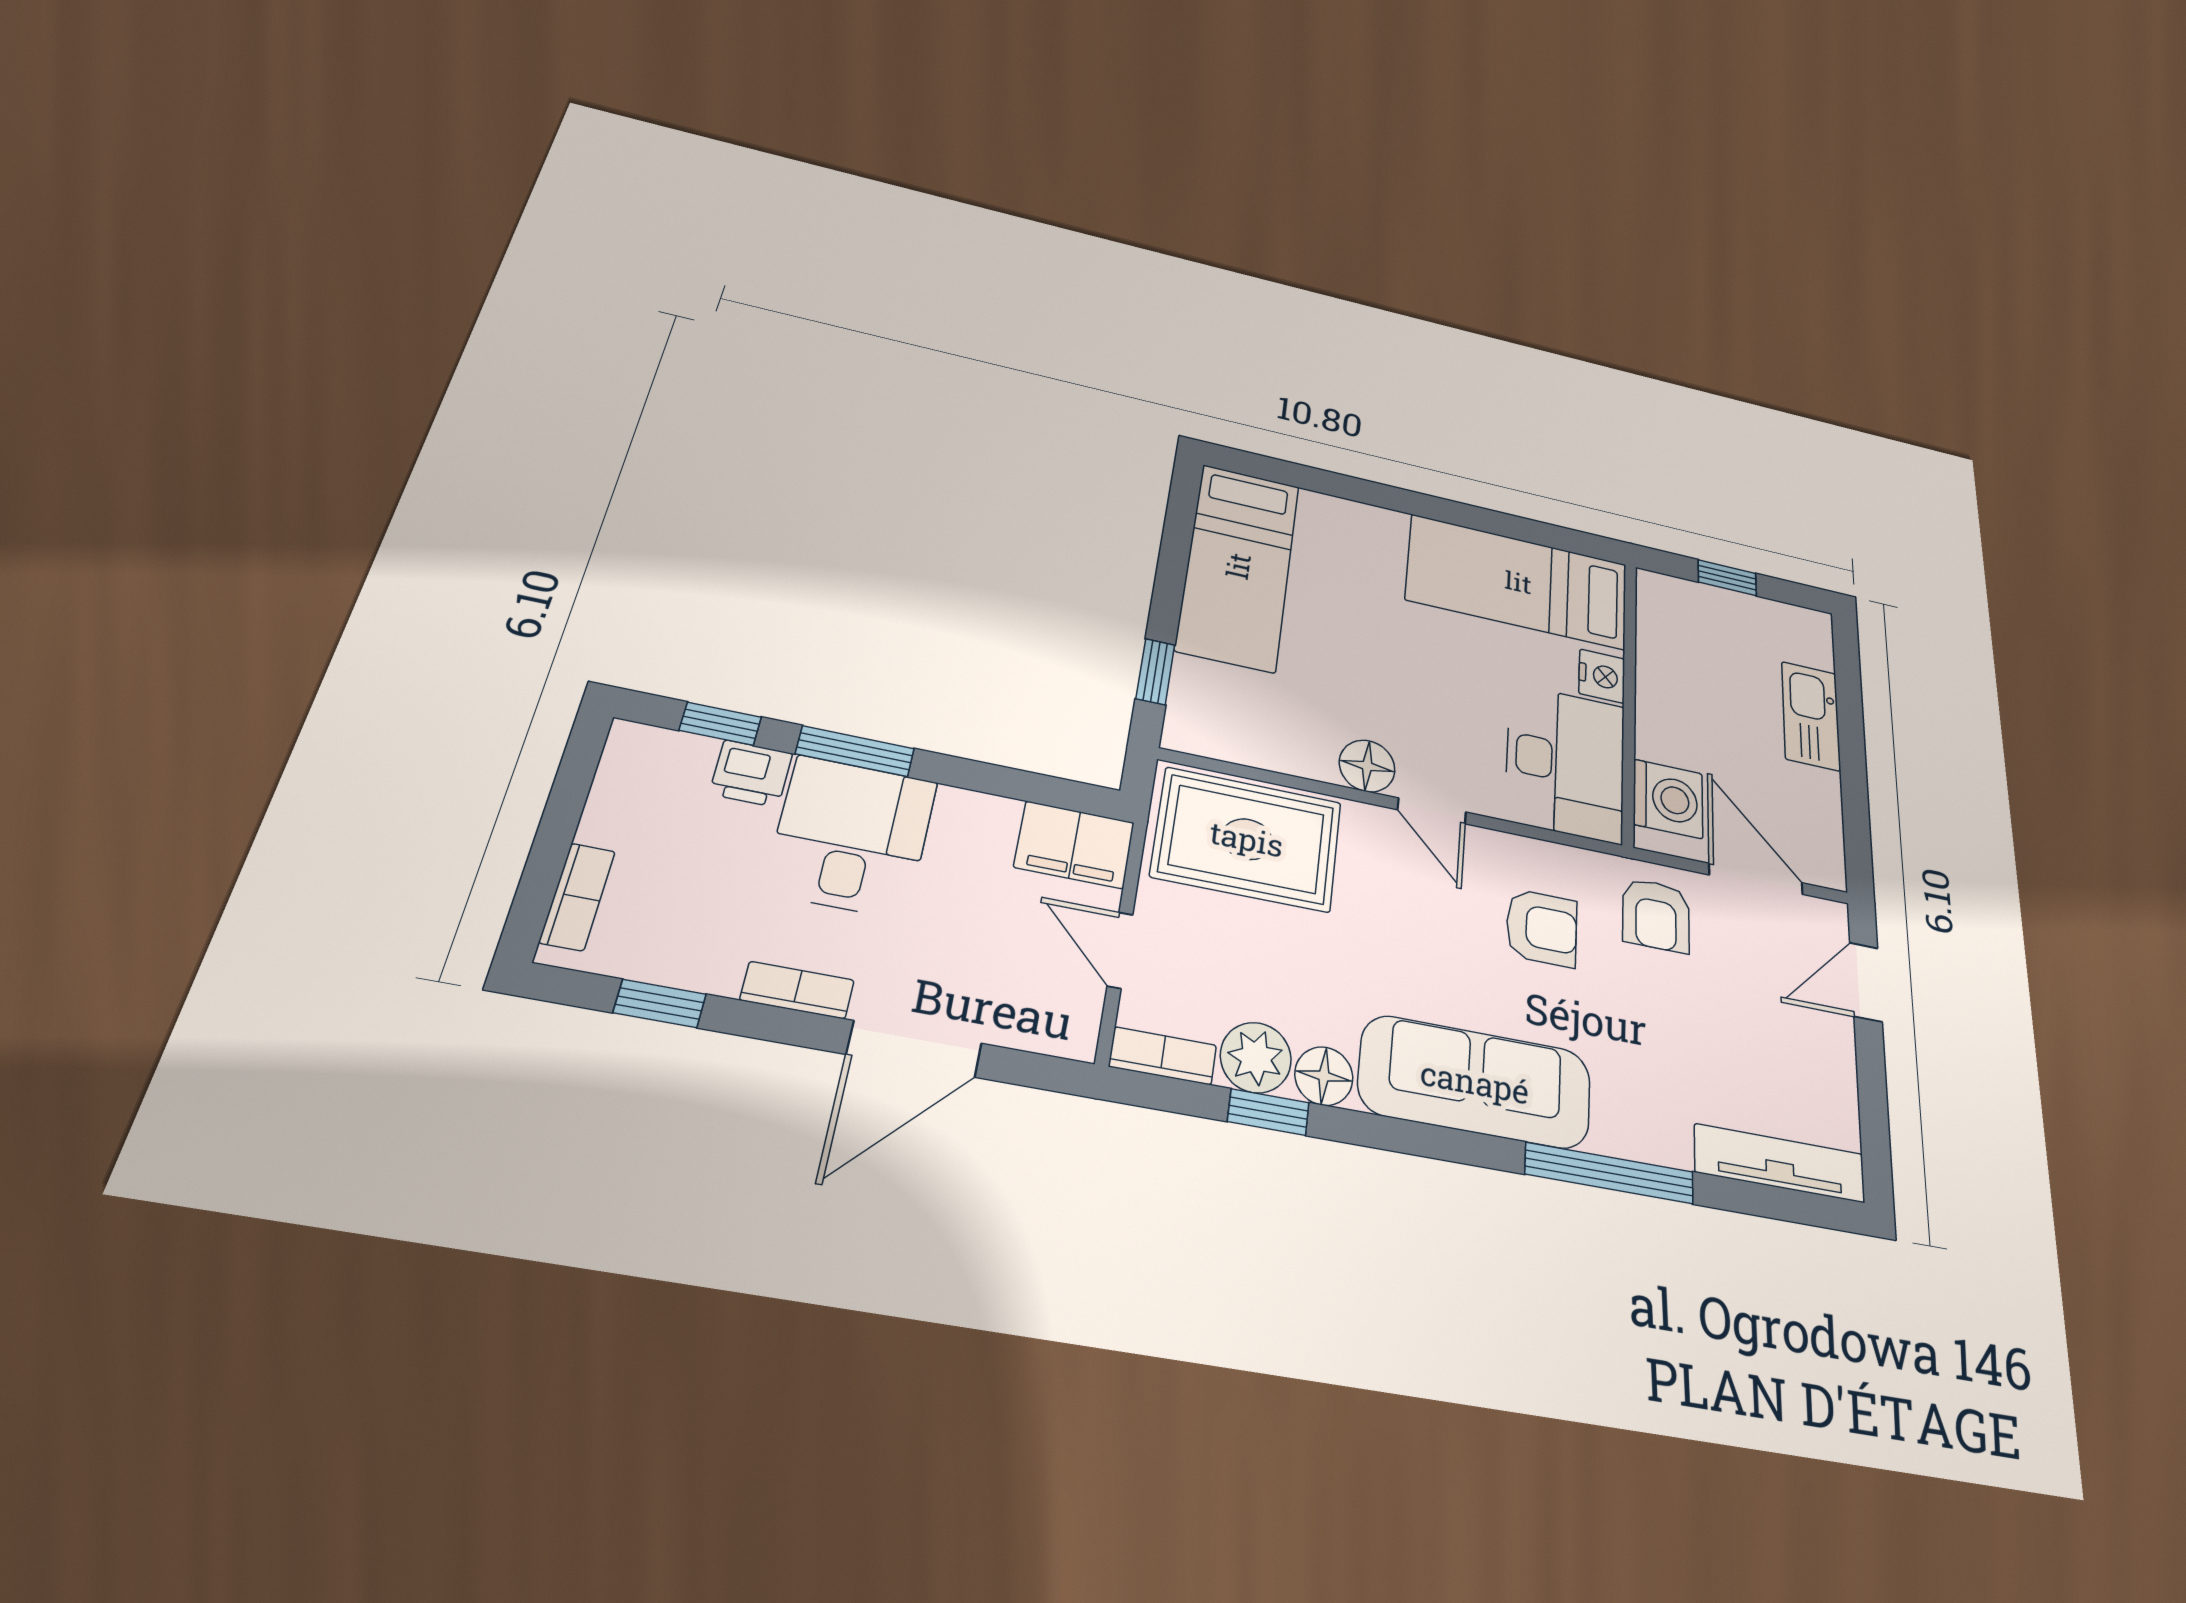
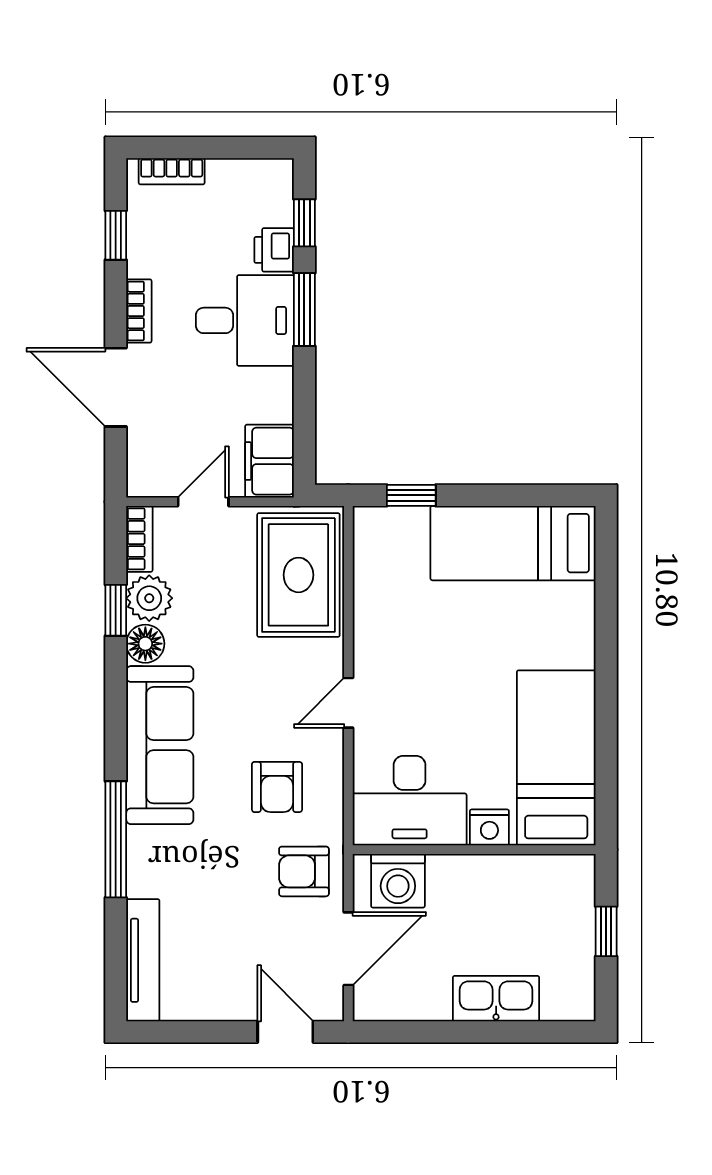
floor lamp: (1367, 766) -> (373, 653), removed

